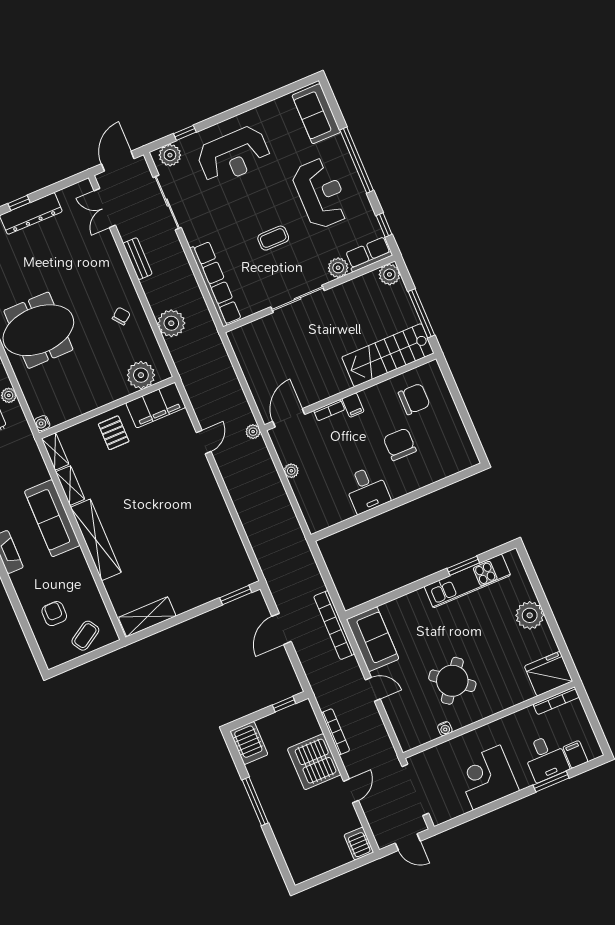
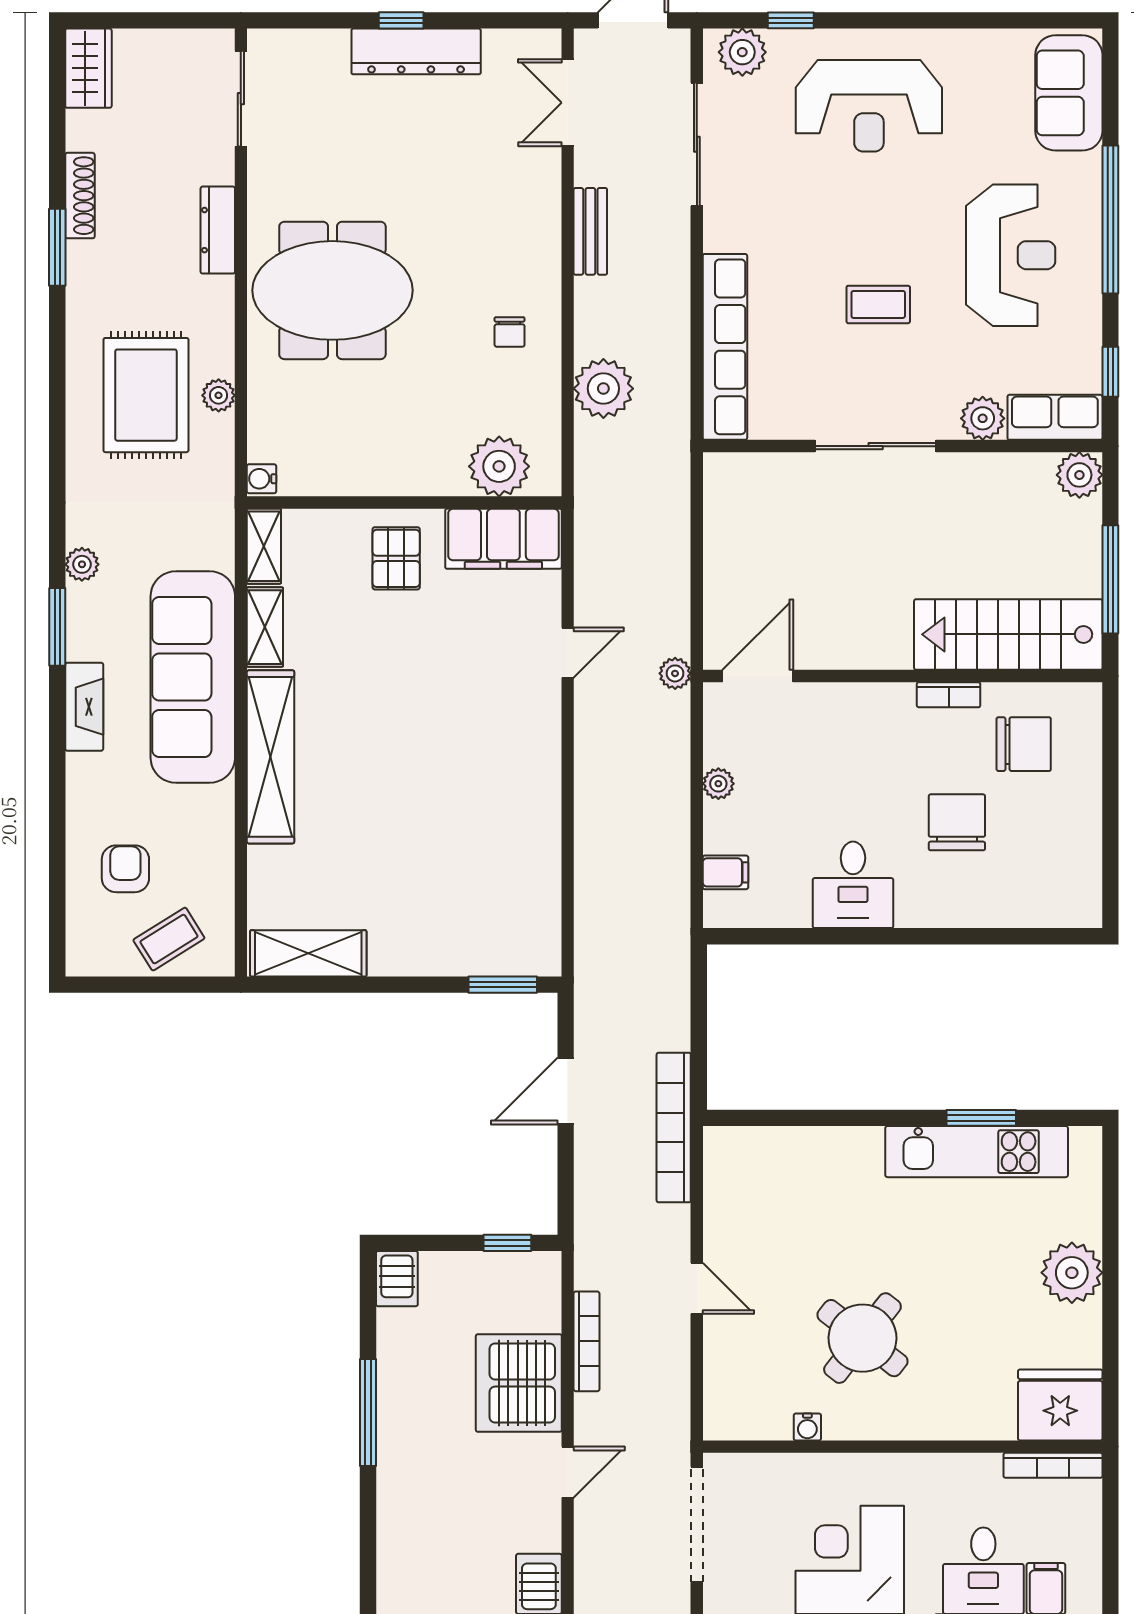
chair: (121, 316) -> (510, 332), turned 128
filing cabinet: (353, 405) -> (725, 872), moved, turned -90
bookcase: (329, 410) -> (949, 695), moved
sofa: (52, 518) -> (193, 677), width x1.36, depth x1.27
sofa: (373, 639) -> (739, 1188), removed
server rack: (249, 743) -> (397, 1279), width x0.73, depth x0.70

